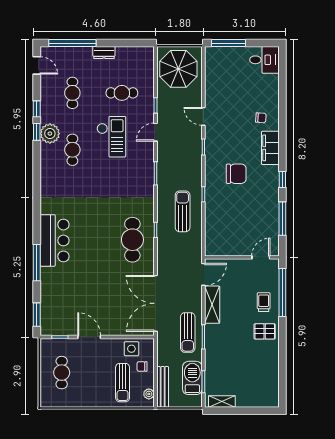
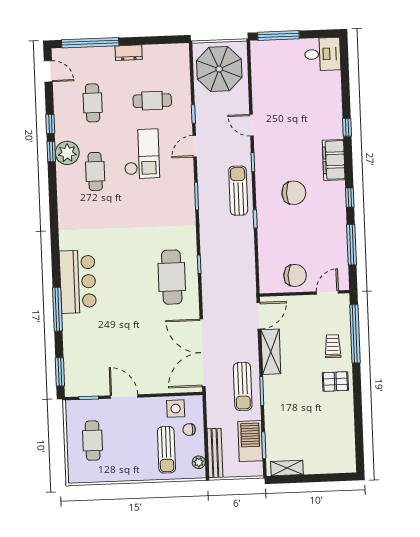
chair: (261, 118) -> (295, 275), moved, width x1.87, depth x1.87
window: (282, 121) -> (347, 127), added
sun lounger: (183, 211) -> (238, 191), moved

